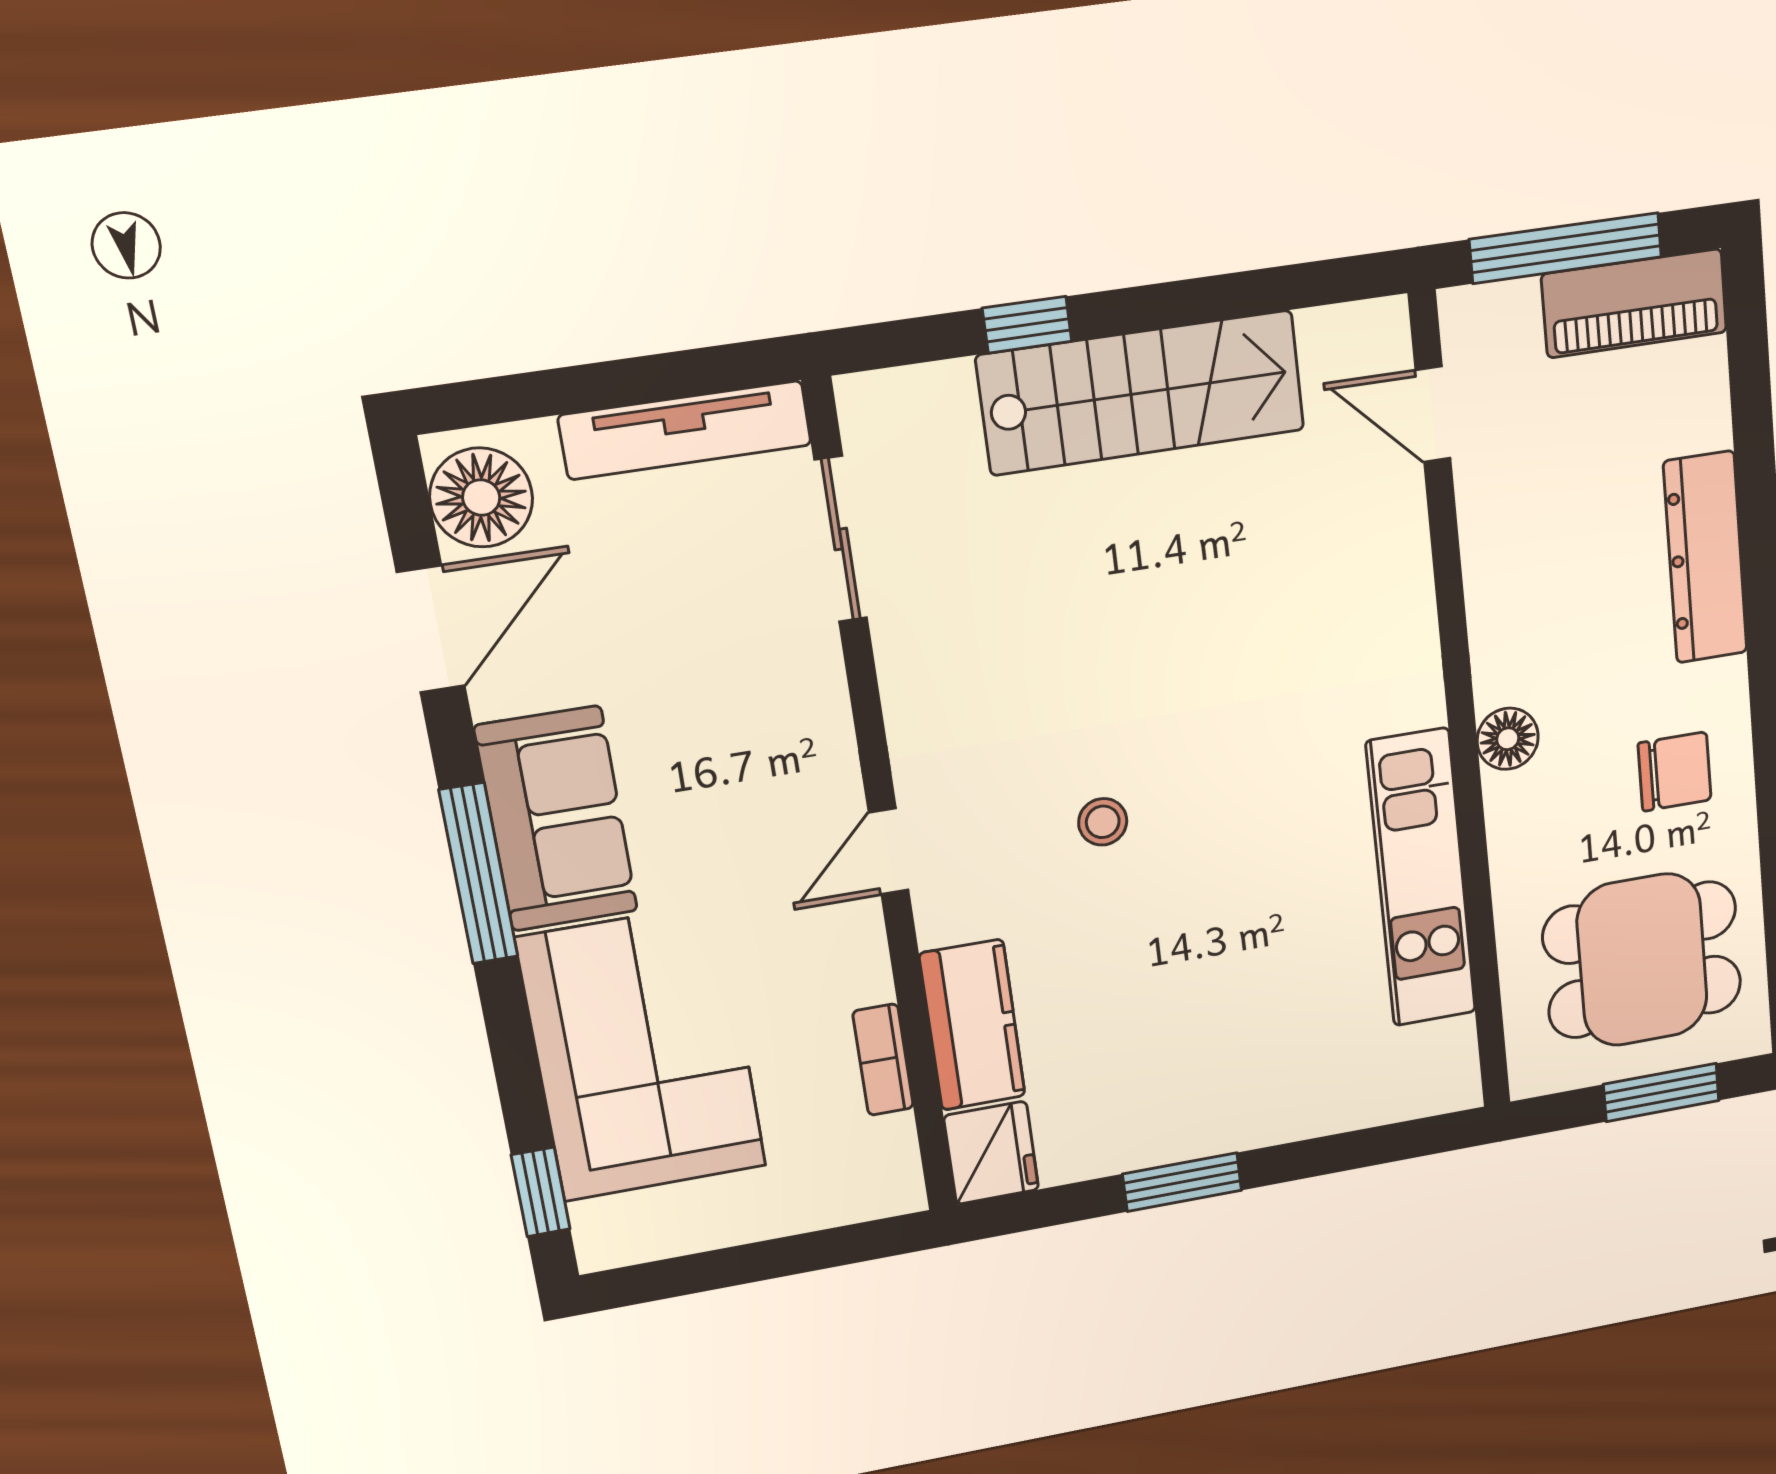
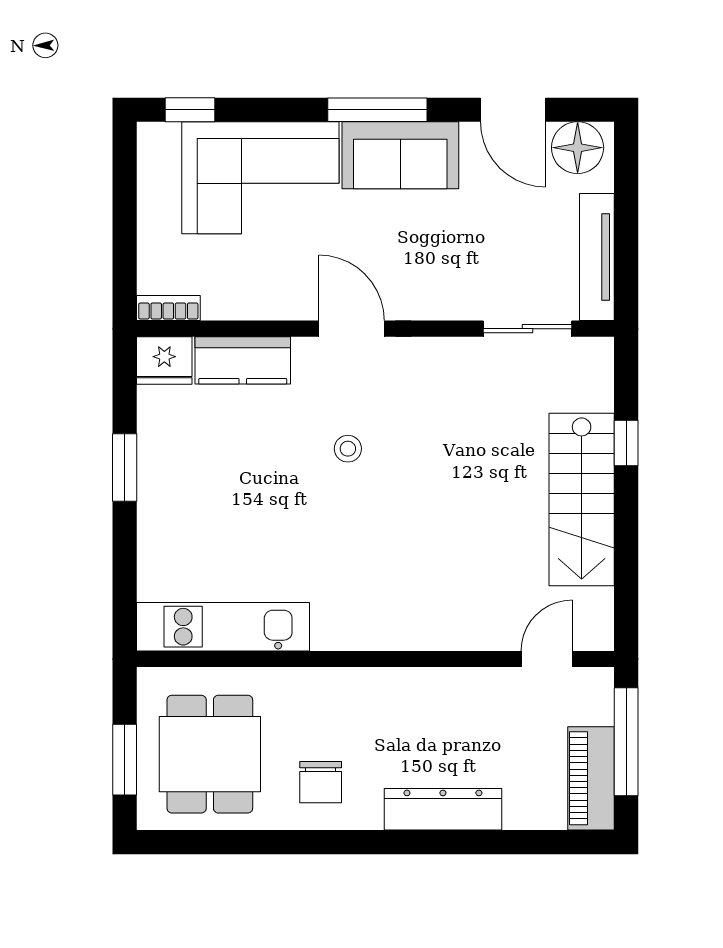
floor lamp: (1508, 739) -> (357, 685), removed
door: (889, 851) -> (352, 329), width x1.38
kitchen unit: (1421, 878) -> (223, 627), moved
bookcase: (883, 1060) -> (168, 308), moved

